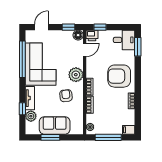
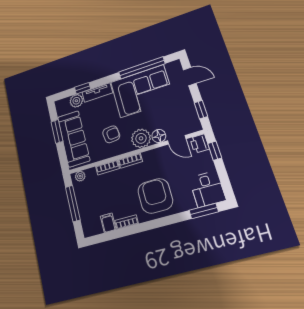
floor lamp: (78, 35) -> (159, 136), moved
sofa: (55, 125) -> (74, 139), width x1.36
filing cabinet: (129, 130) -> (108, 223), moved

